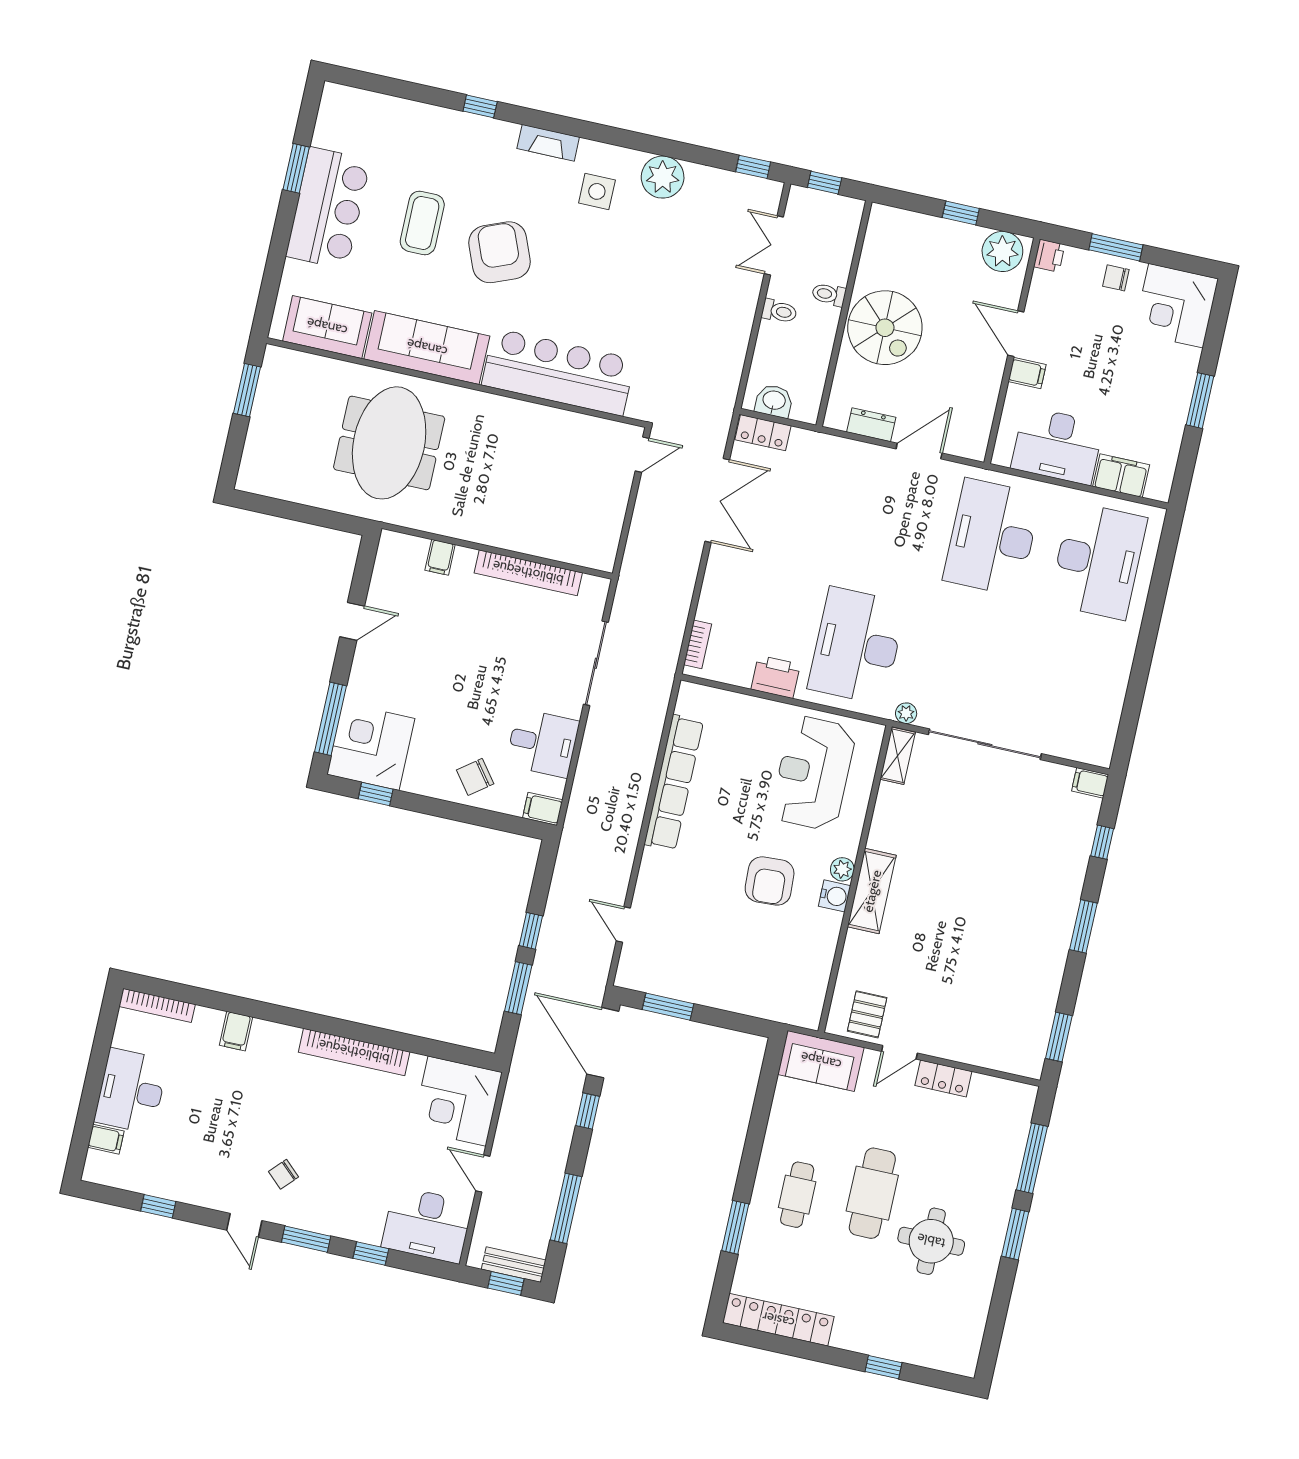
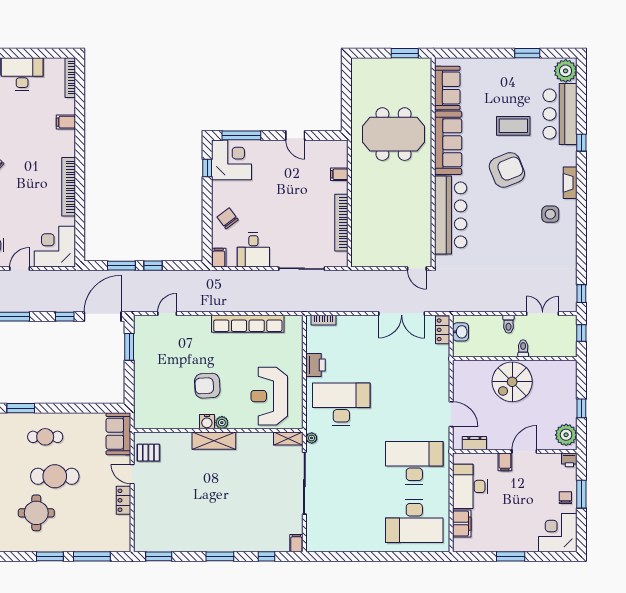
plant: (663, 177) -> (566, 71), moved
bar counter: (328, 208) -> (560, 114), moved, turned 90
dresser: (871, 425) -> (474, 443), moved, turned -90
reception desk: (813, 773) -> (269, 396), turned -90

